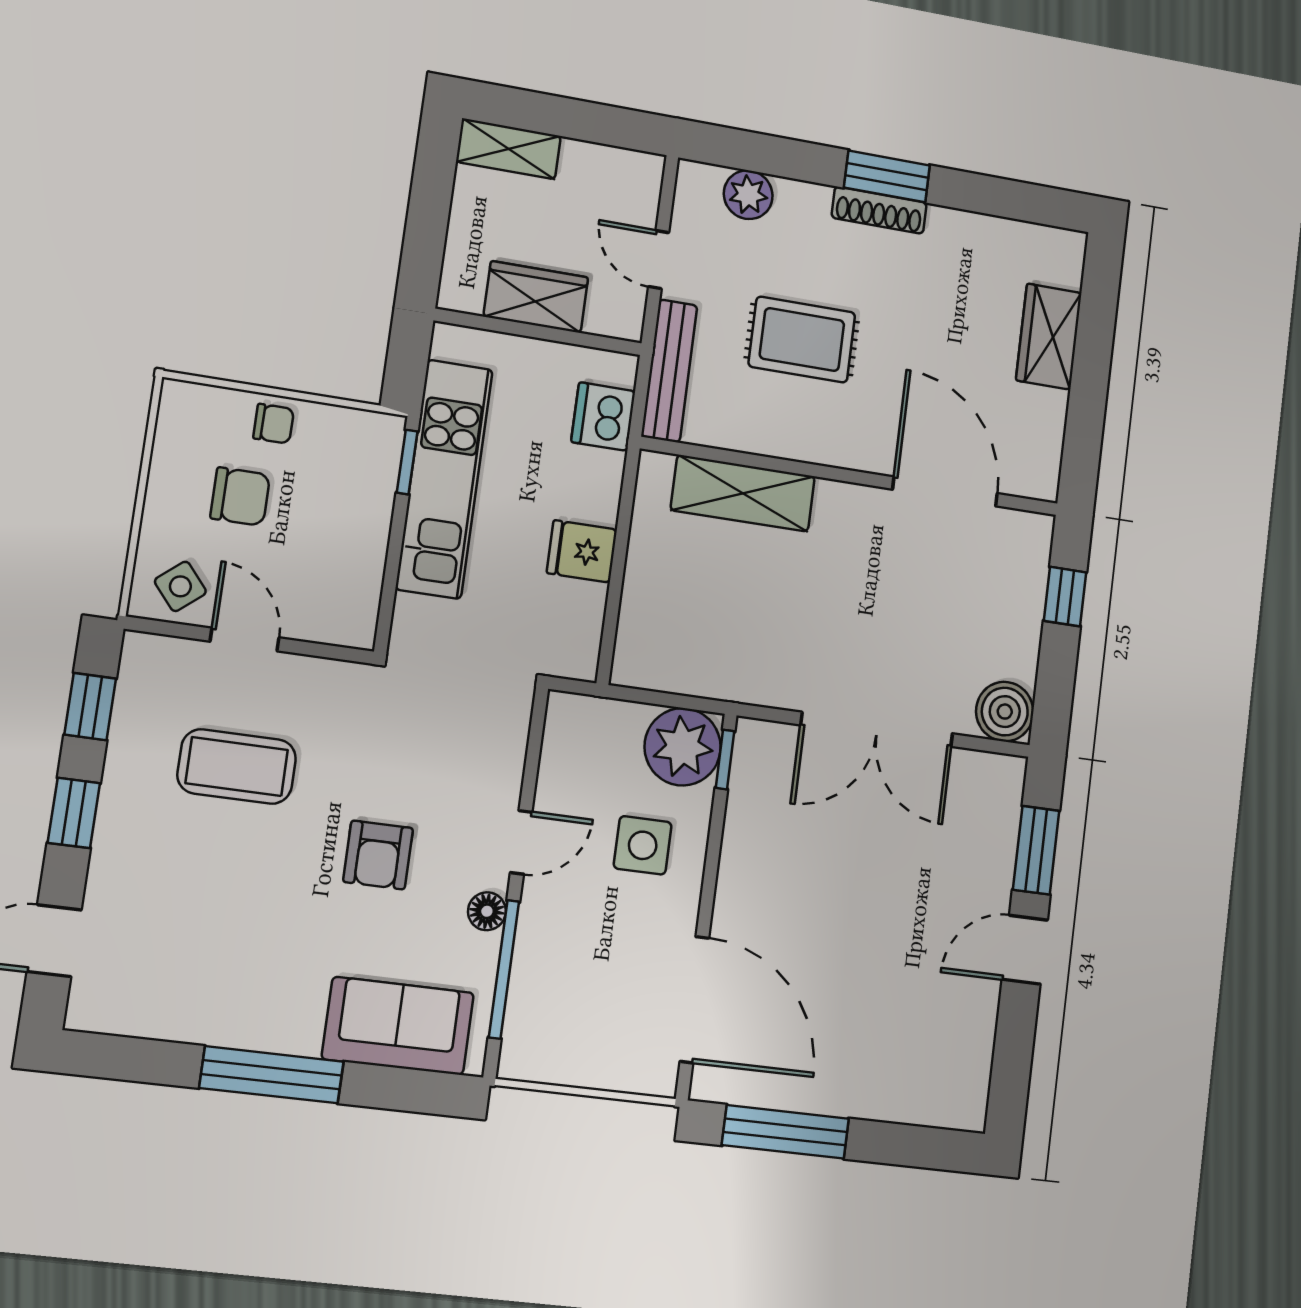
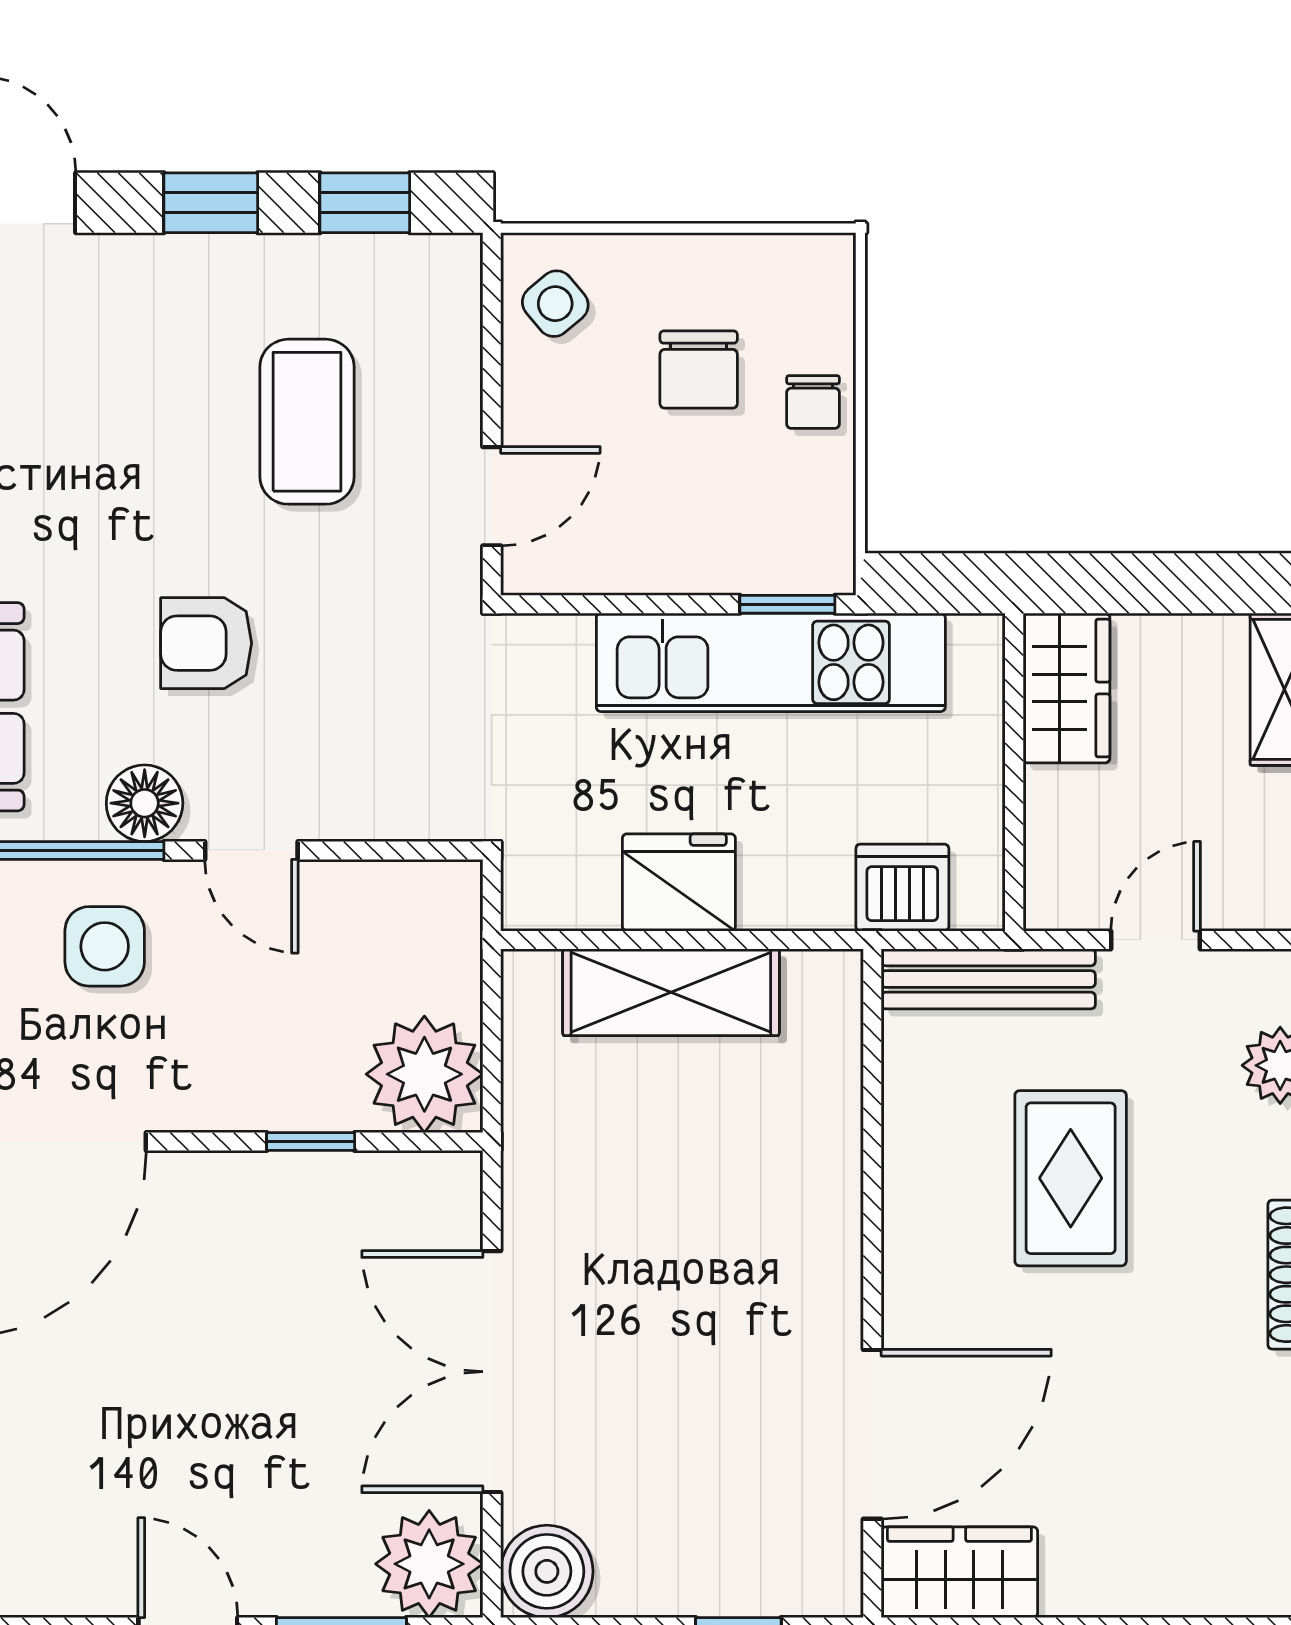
wardrobe: (536, 297) -> (1066, 688), moved
wardrobe: (1049, 337) -> (959, 1572), moved
shelving: (743, 493) -> (671, 992), moved, turned 90
fridge: (582, 551) -> (679, 882), width x1.38
door: (245, 640) -> (492, 496), moved
window: (725, 760) -> (311, 1141), moved
plant: (991, 787) -> (429, 1564), added
side table: (643, 845) -> (105, 946), moved
floor lamp: (487, 911) -> (145, 803), width x1.37, depth x1.37

